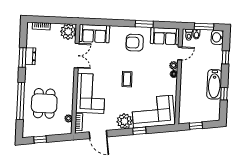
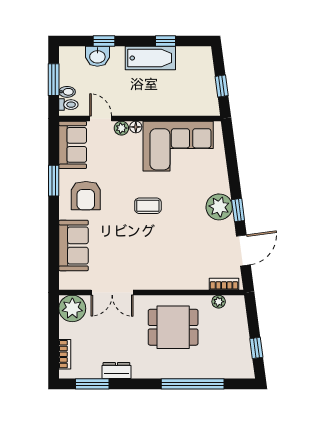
sofa: (94, 34) -> (74, 245), moved
washbasin: (217, 37) -> (97, 56), moved
double door: (77, 56) -> (112, 292), swing flipped
window: (22, 58) -> (92, 384), moved
corner sofa: (91, 93) -> (175, 266), removed
dining table: (44, 103) -> (173, 327), moved
corner sofa: (153, 112) -> (178, 146), moved, turned -82
window: (139, 131) -> (238, 210), moved

